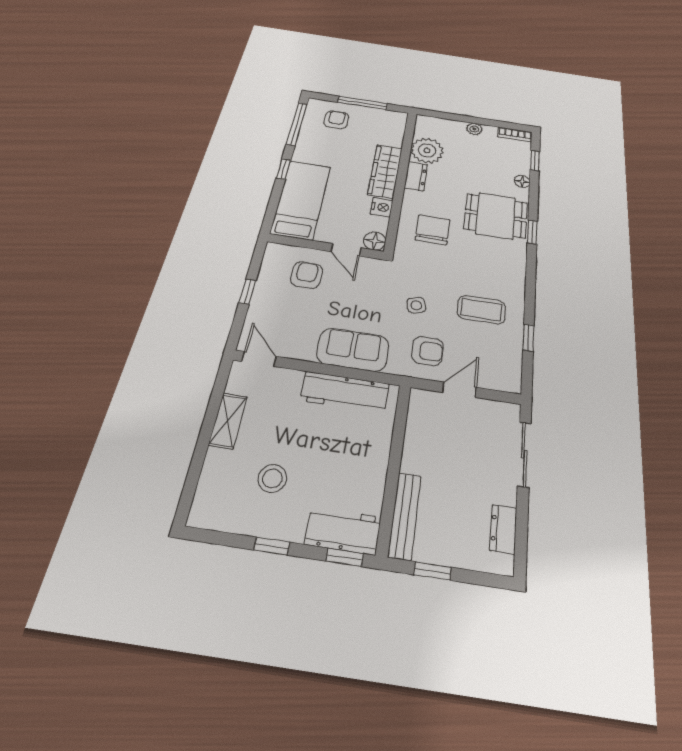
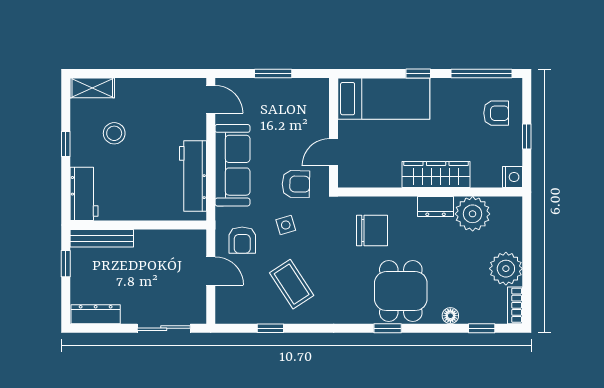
window: (362, 103) -> (527, 136), width x0.46
plant: (474, 129) -> (506, 269), width x1.88, depth x1.88
nightstand: (382, 207) -> (512, 177), moved, turned -90
floor lamp: (375, 241) -> (348, 177), removed
armchair: (307, 275) -> (296, 184), moved
window: (247, 292) -> (273, 74), width x1.50
coffee table: (481, 310) -> (292, 284), turned -33
sofa: (353, 350) -> (232, 165), width x1.36
door: (259, 359) -> (211, 99), hinge flipped
shelving: (228, 421) -> (92, 88), moved
dresser: (503, 529) -> (96, 314), width x1.44
window: (345, 557) -> (66, 198), removed

